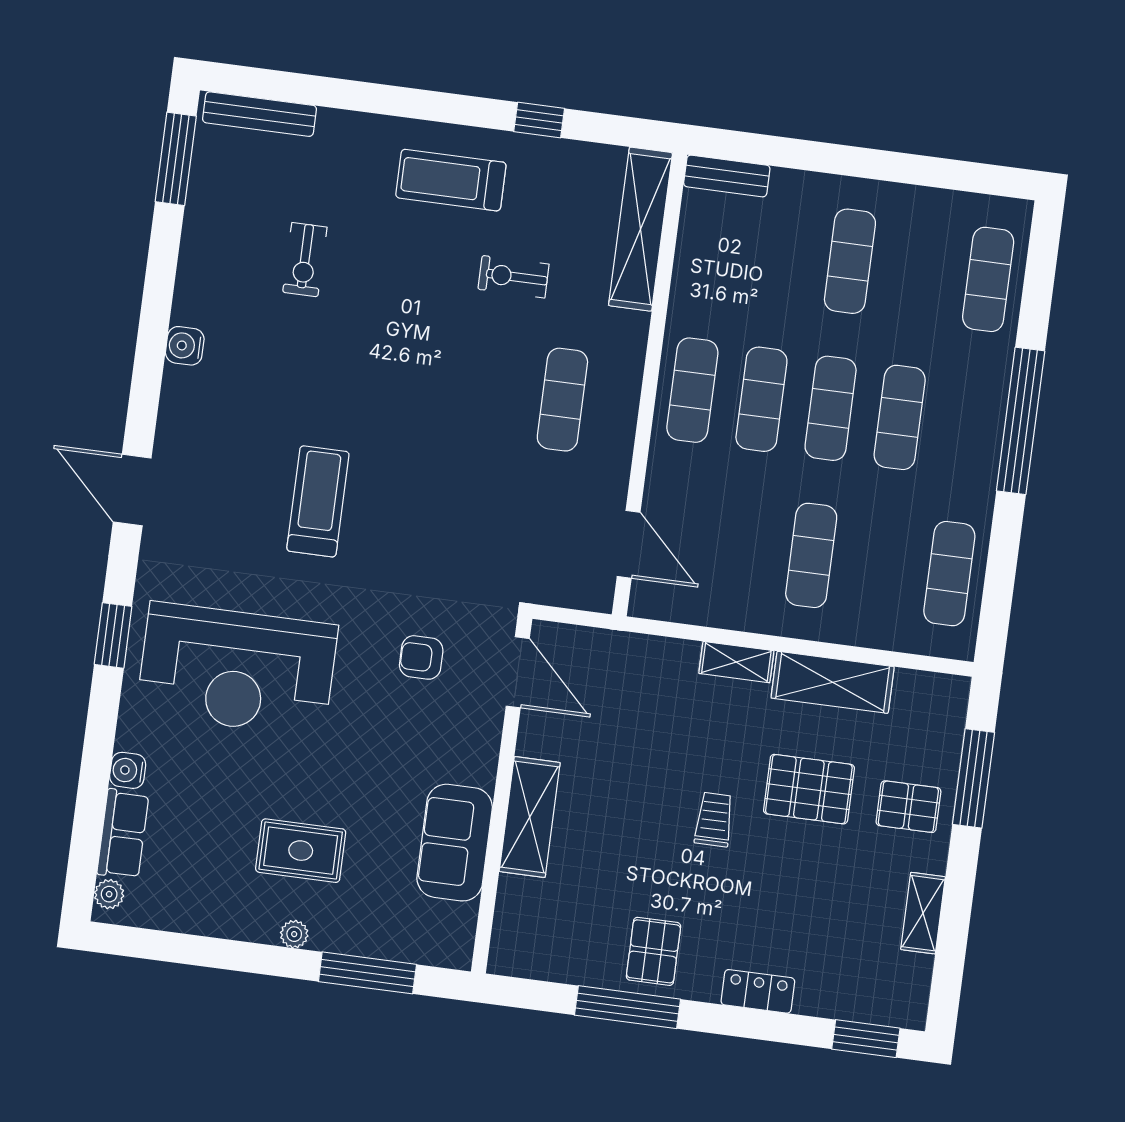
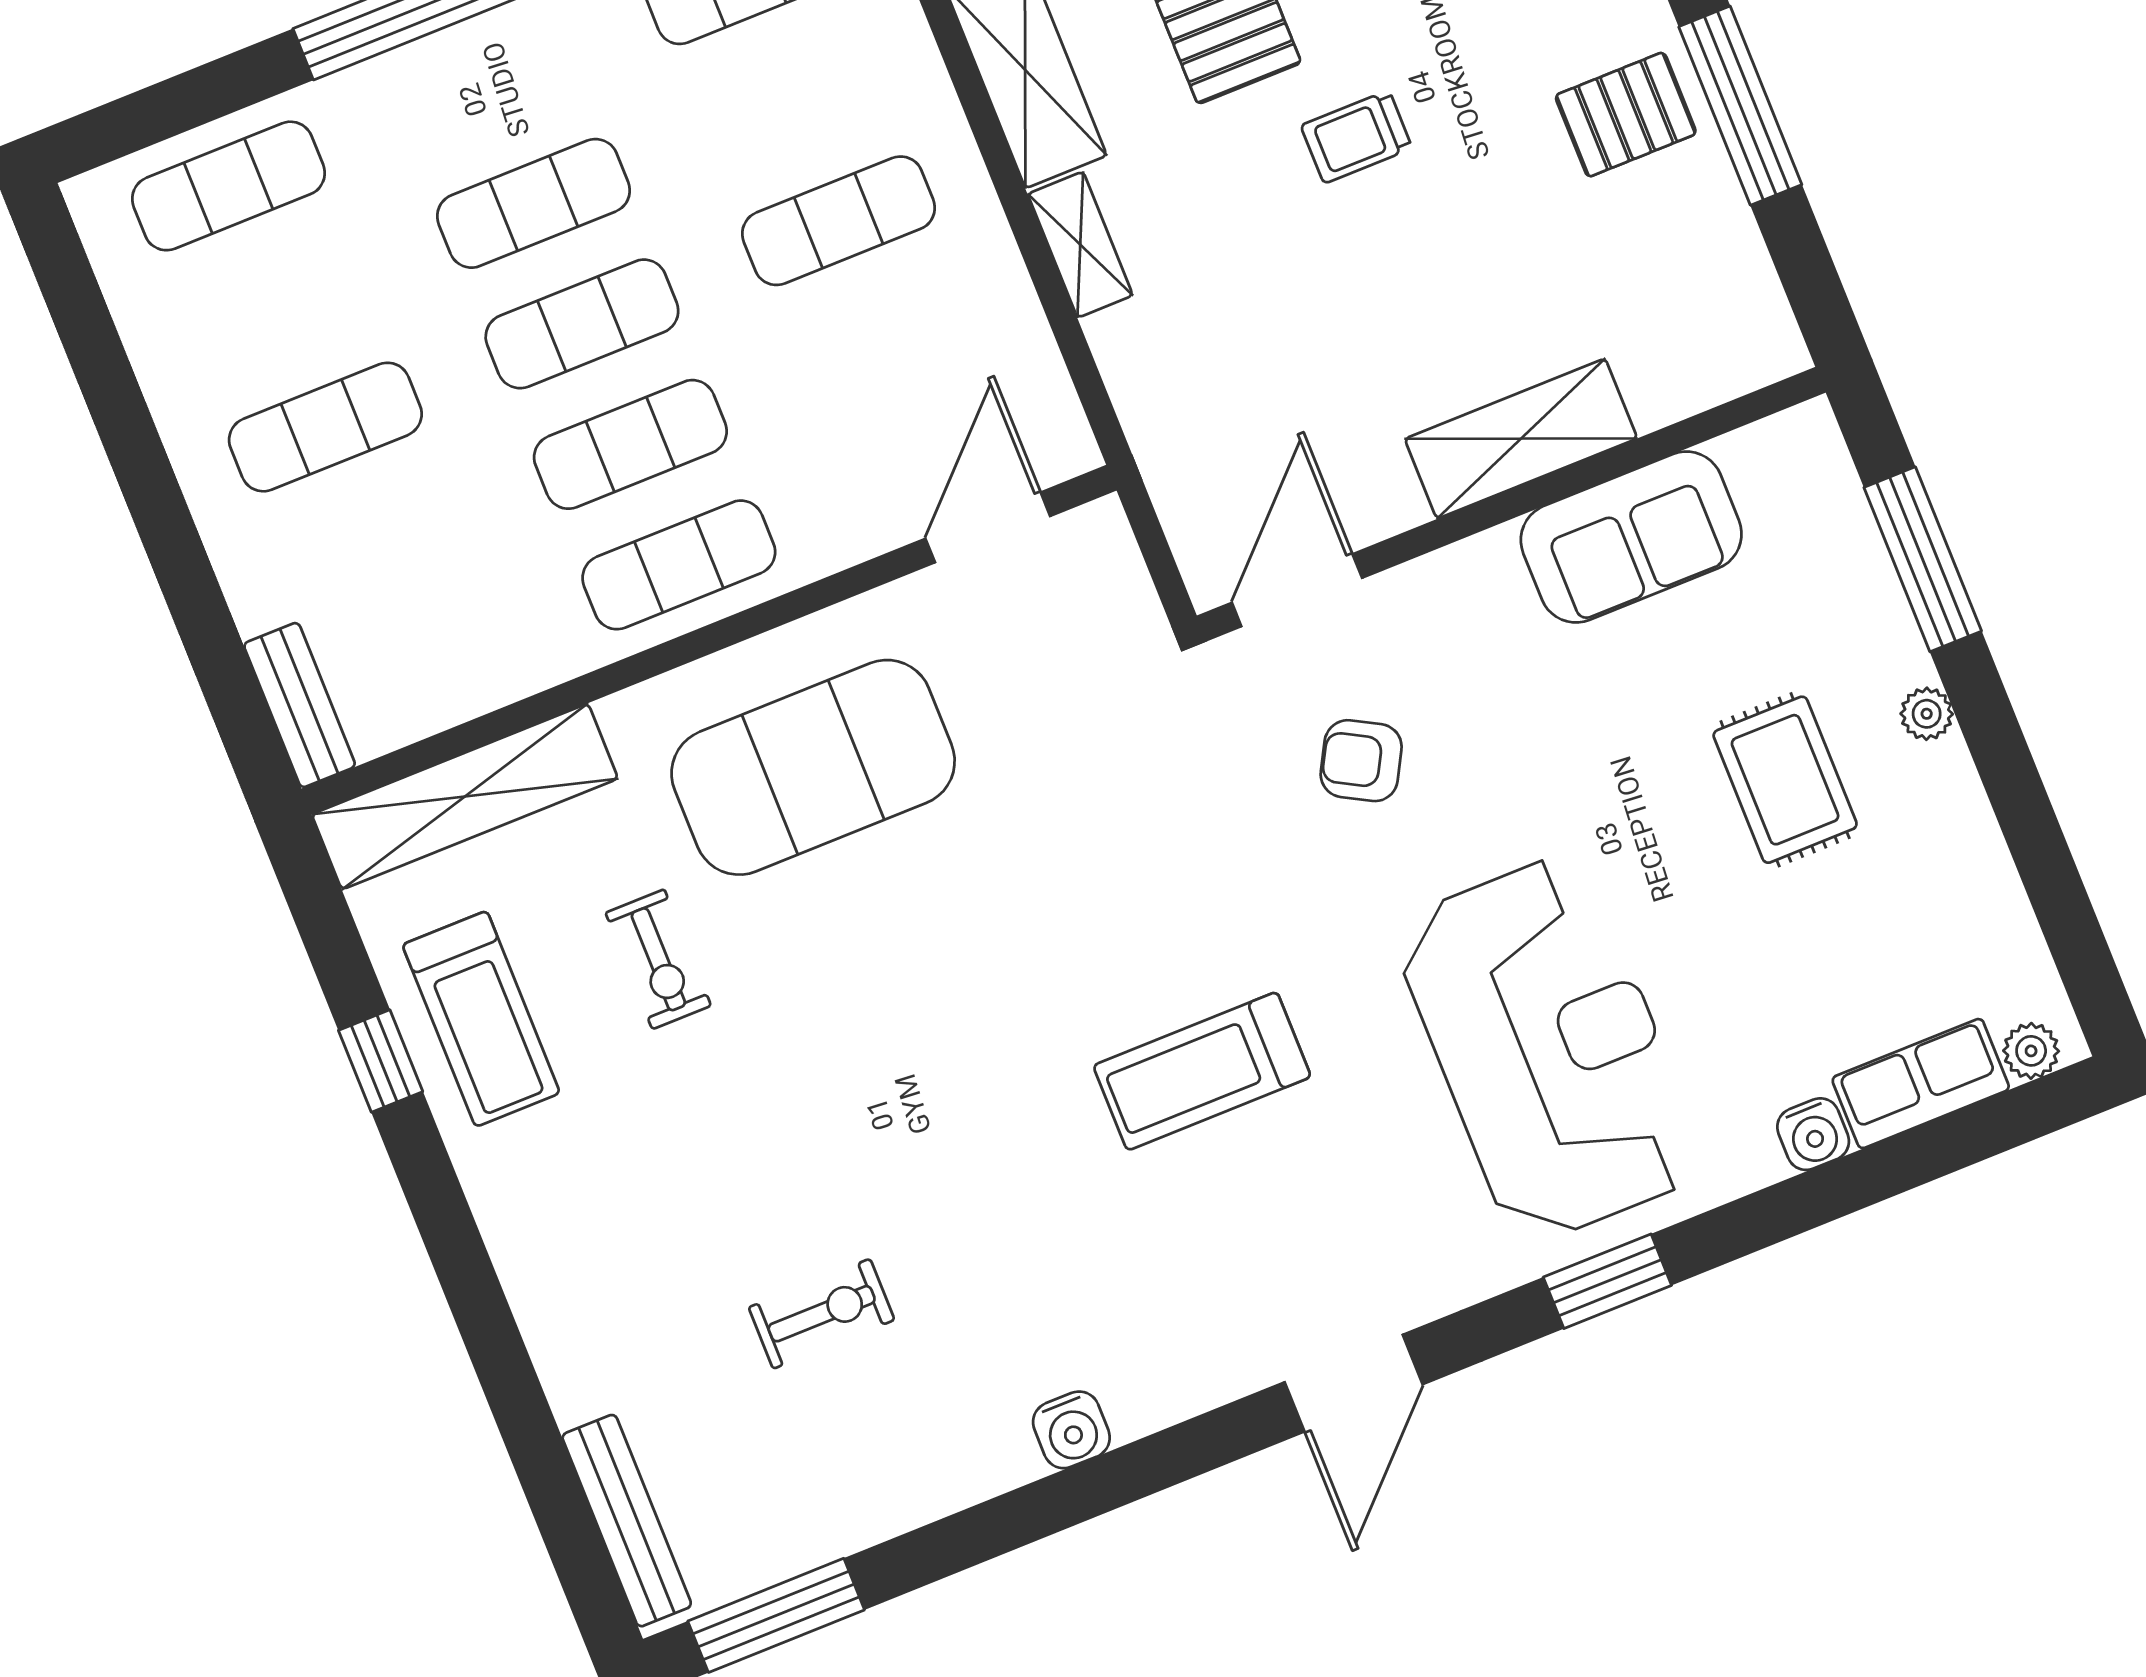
treadmill: (451, 180) -> (481, 1019), moved
exercise mat: (562, 400) -> (813, 767), width x2.00, depth x1.45
armchair: (421, 657) -> (1361, 761), turned 119

